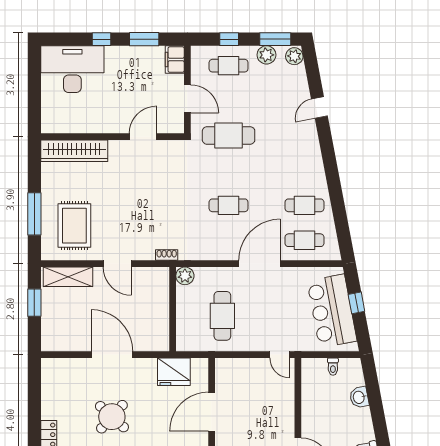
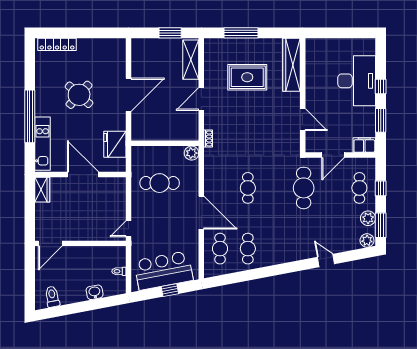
desk: (72, 69) -> (357, 81), moved
rug: (74, 226) -> (247, 77), moved

